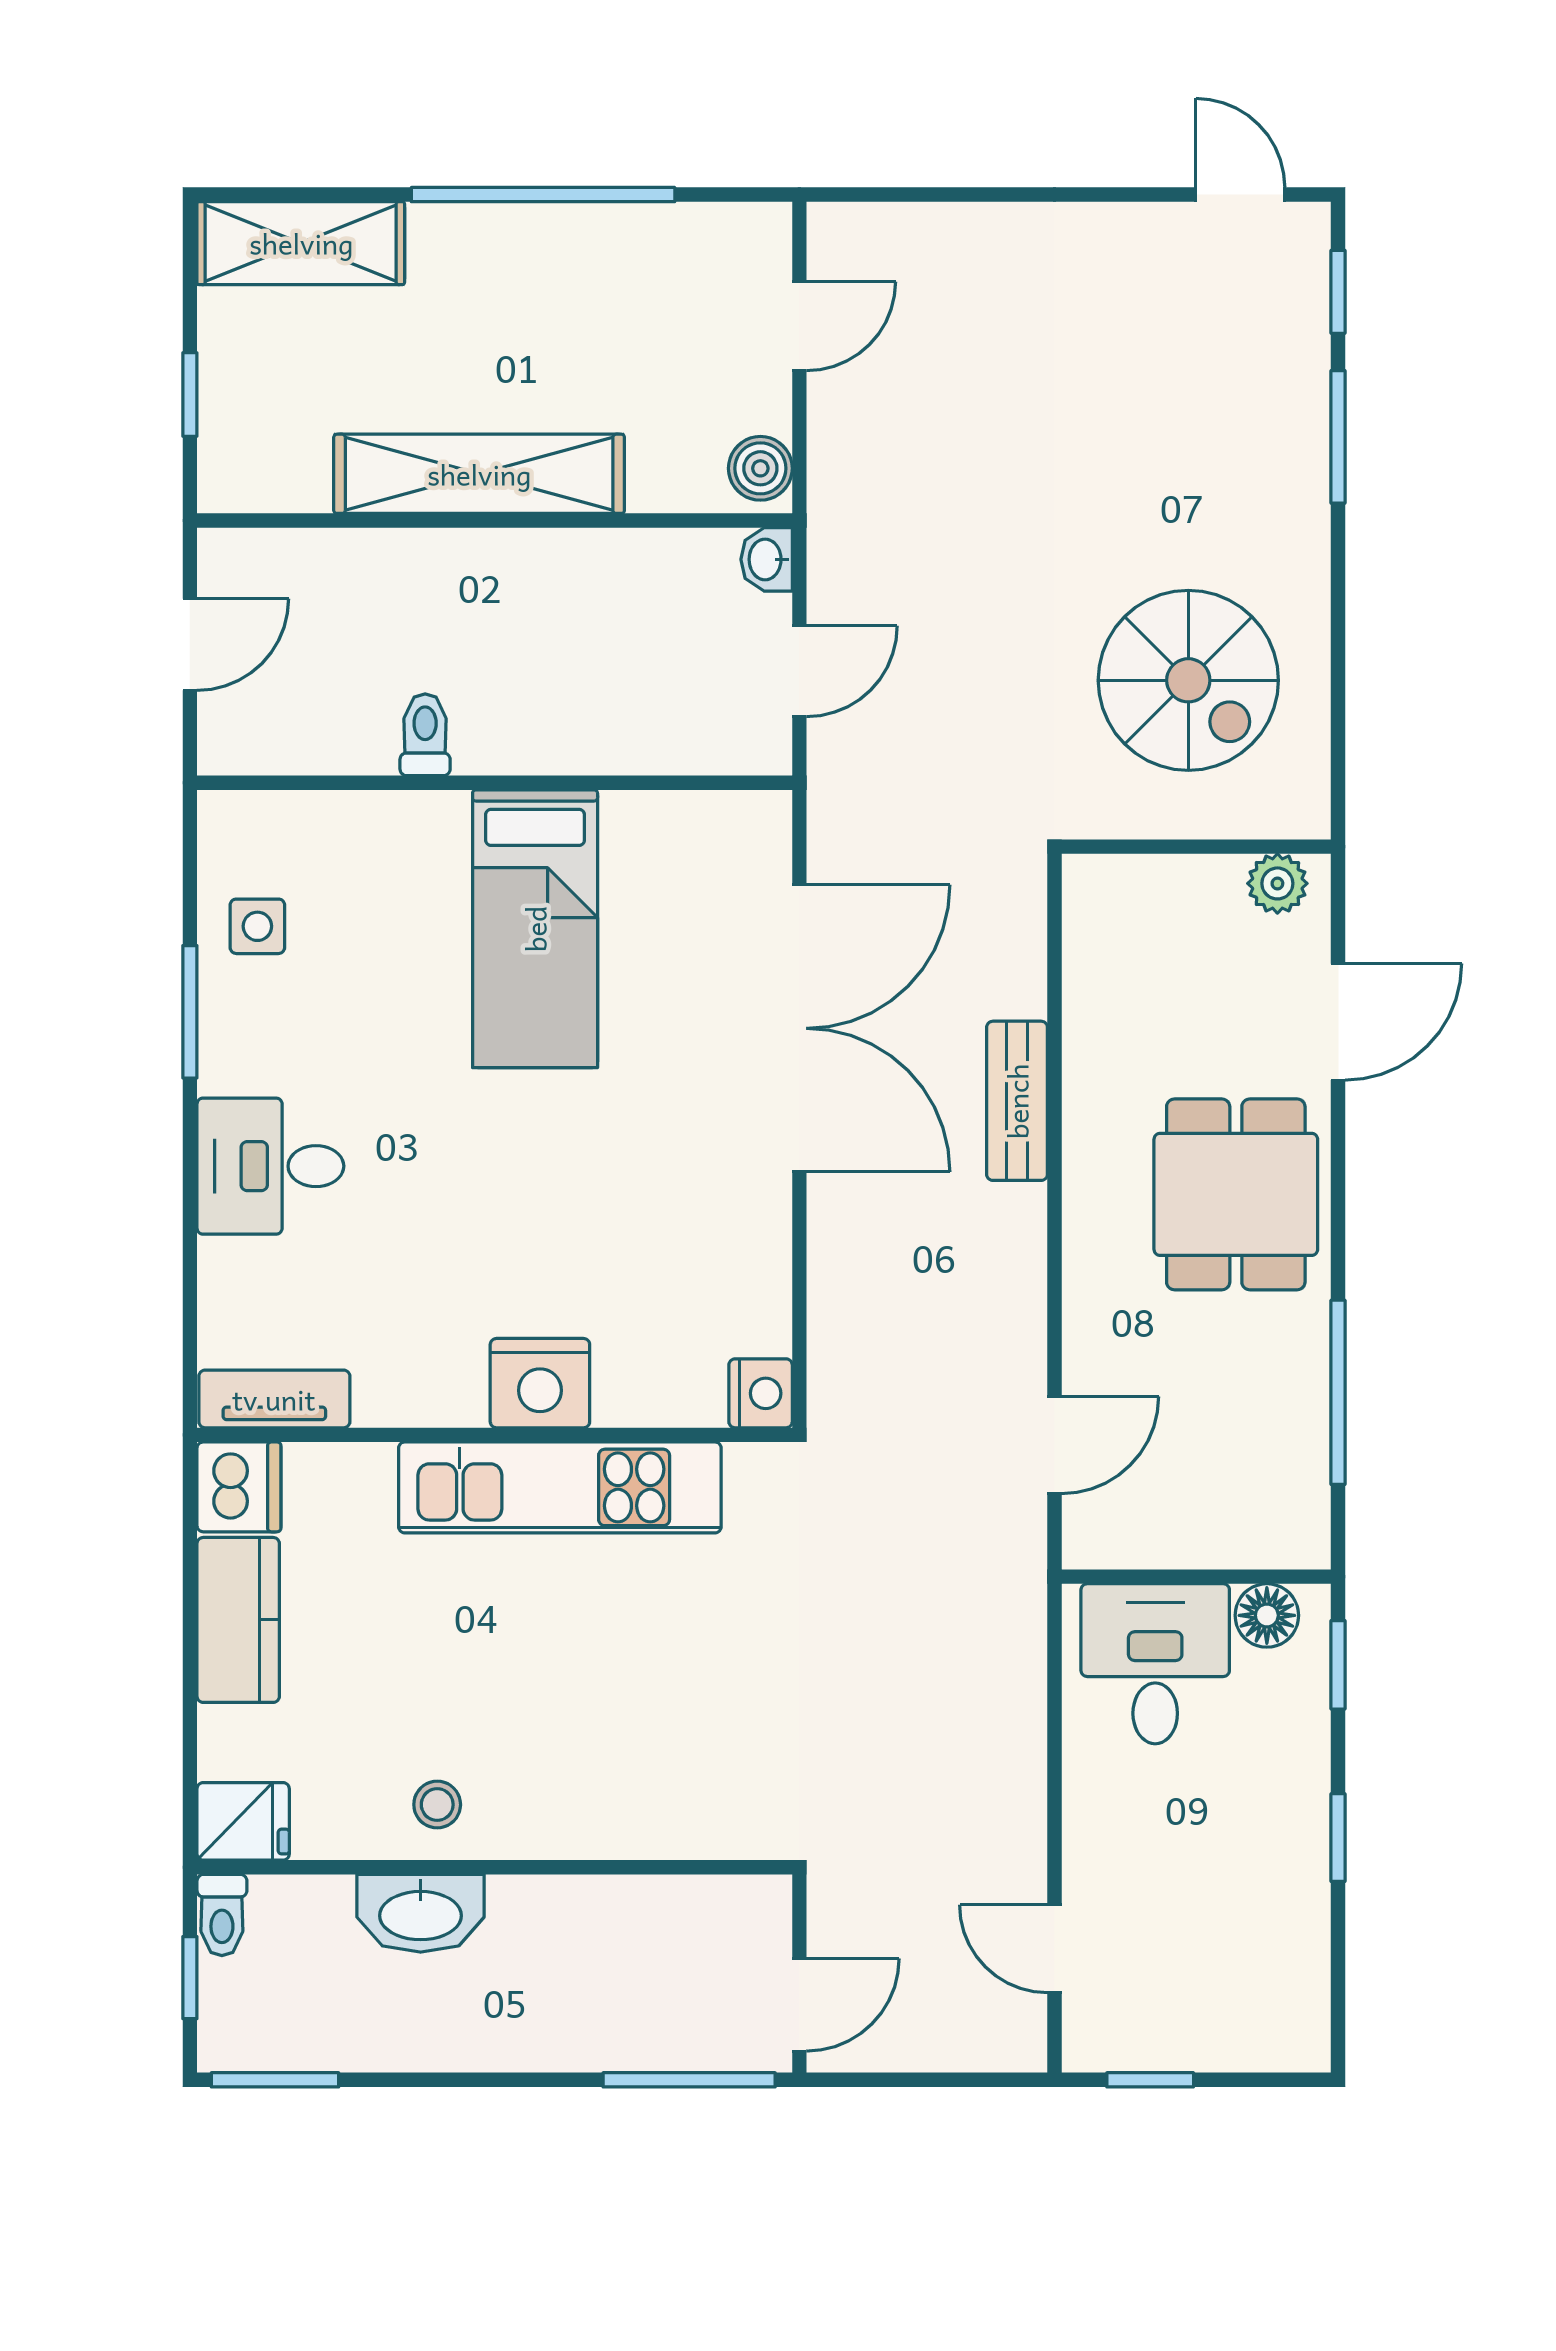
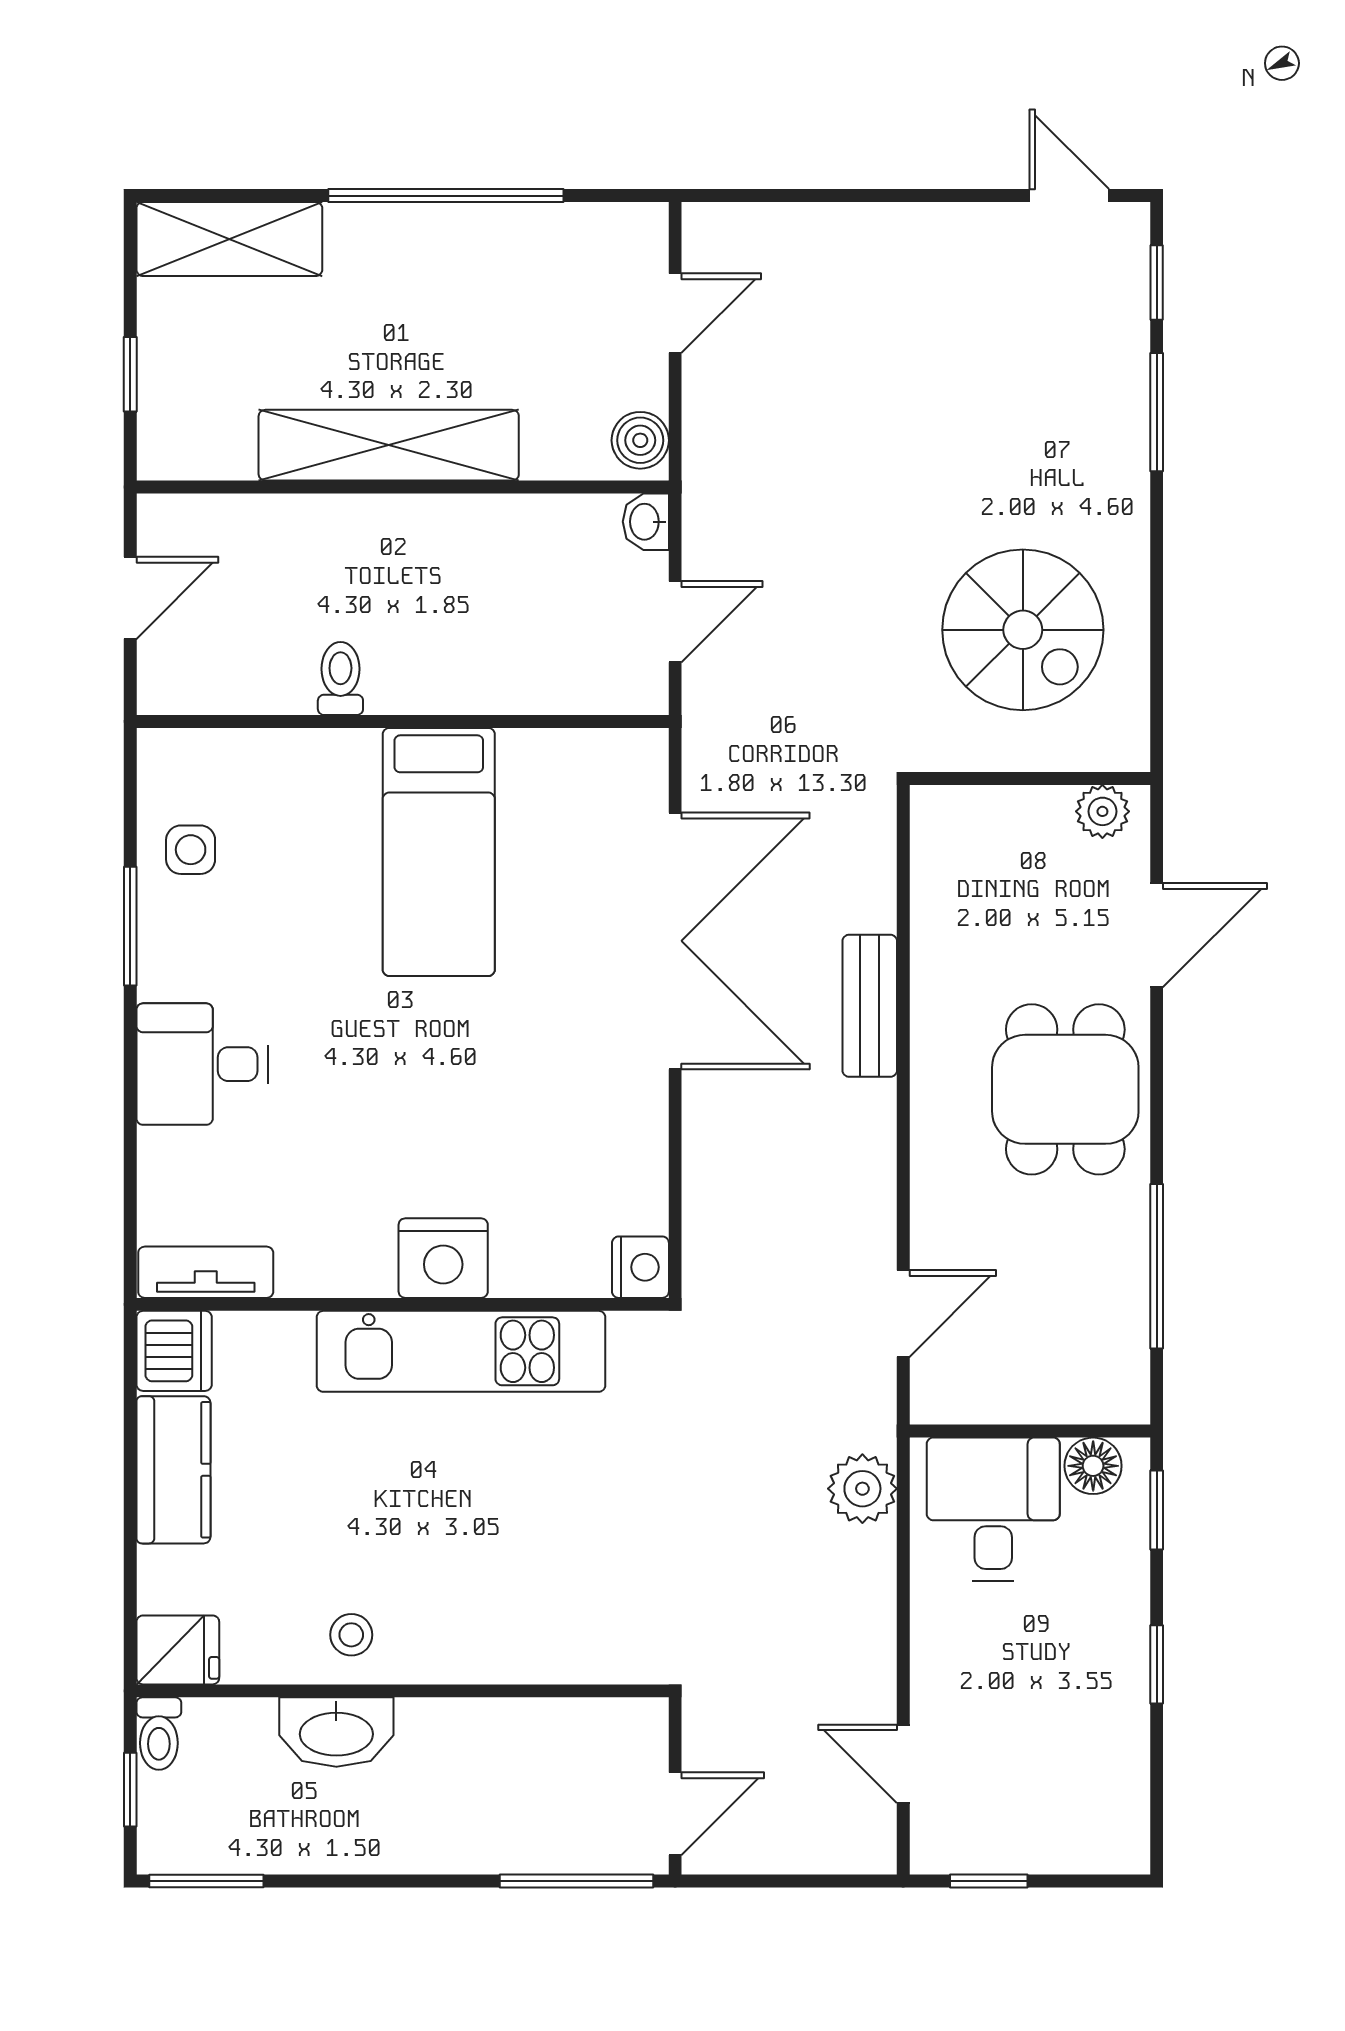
plant: (1009, 1641) -> (862, 1489), added

